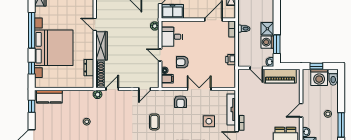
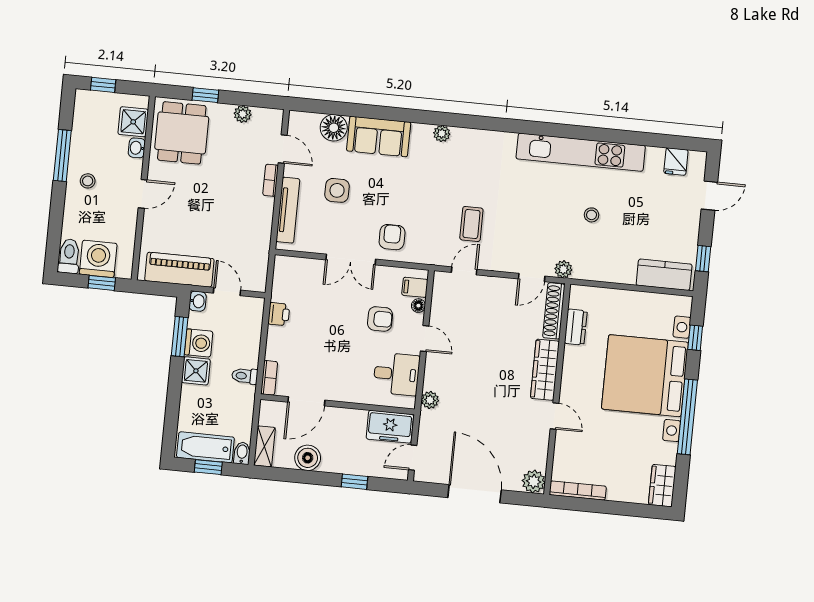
coffee table: (154, 122) -> (471, 224), moved

